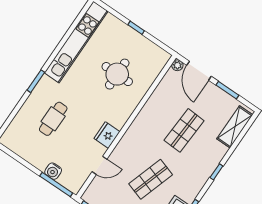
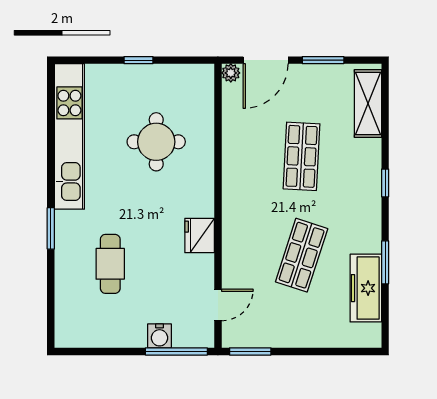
door: (199, 71) -> (266, 60), hinge flipped
door: (100, 165) -> (218, 305), moved

